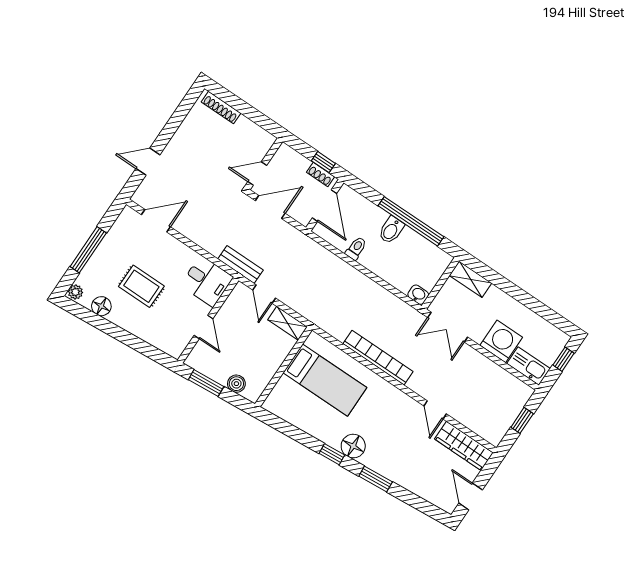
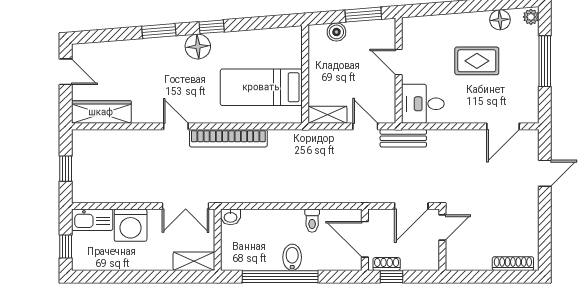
double door: (448, 327) -> (186, 206), swing flipped
door: (435, 410) -> (176, 126), moved

